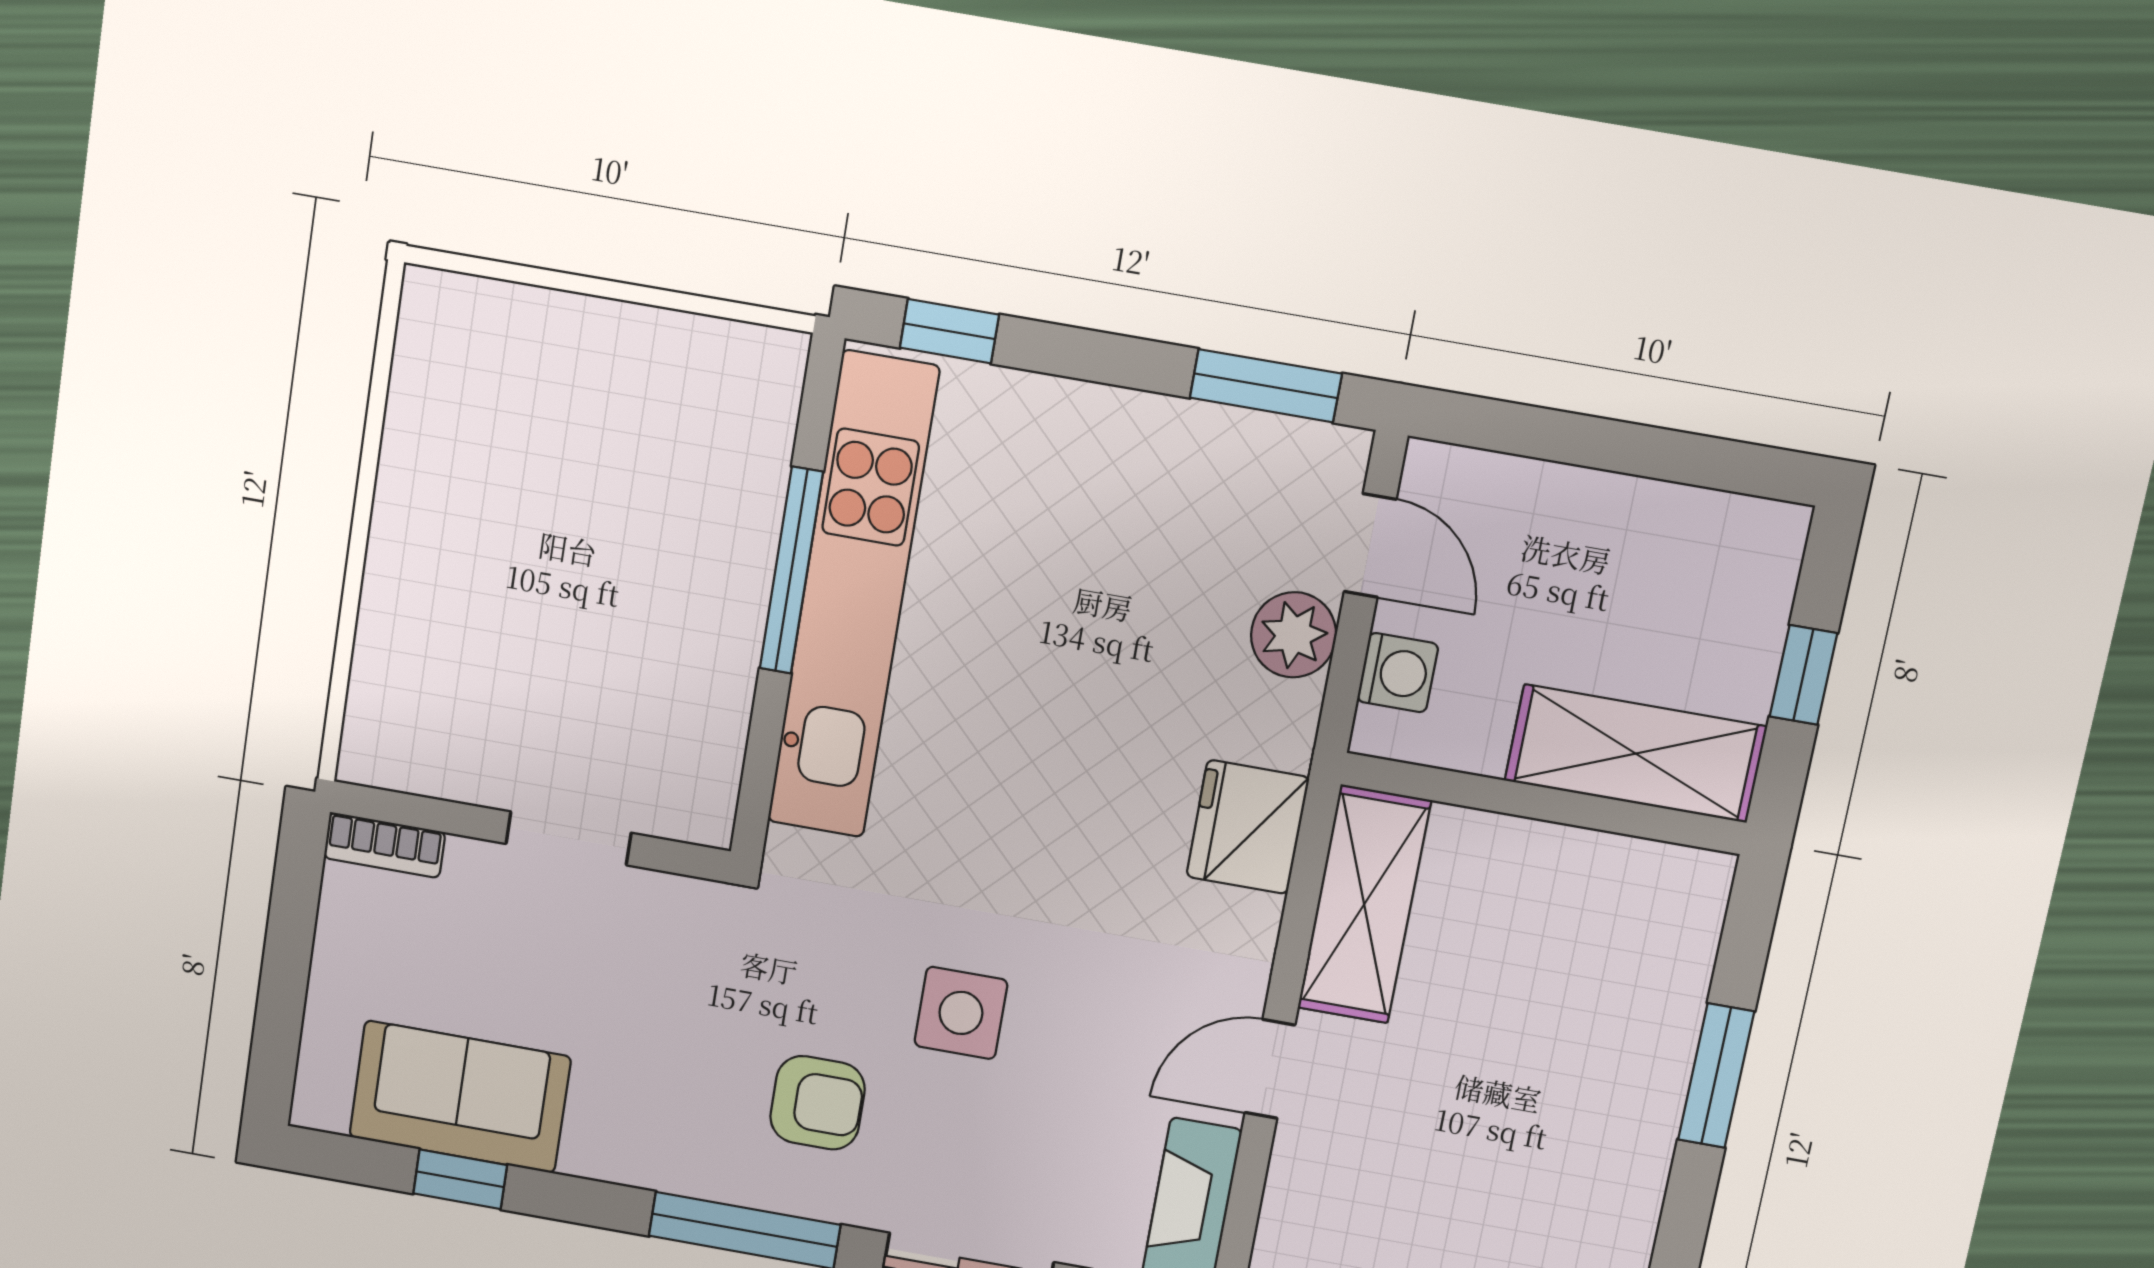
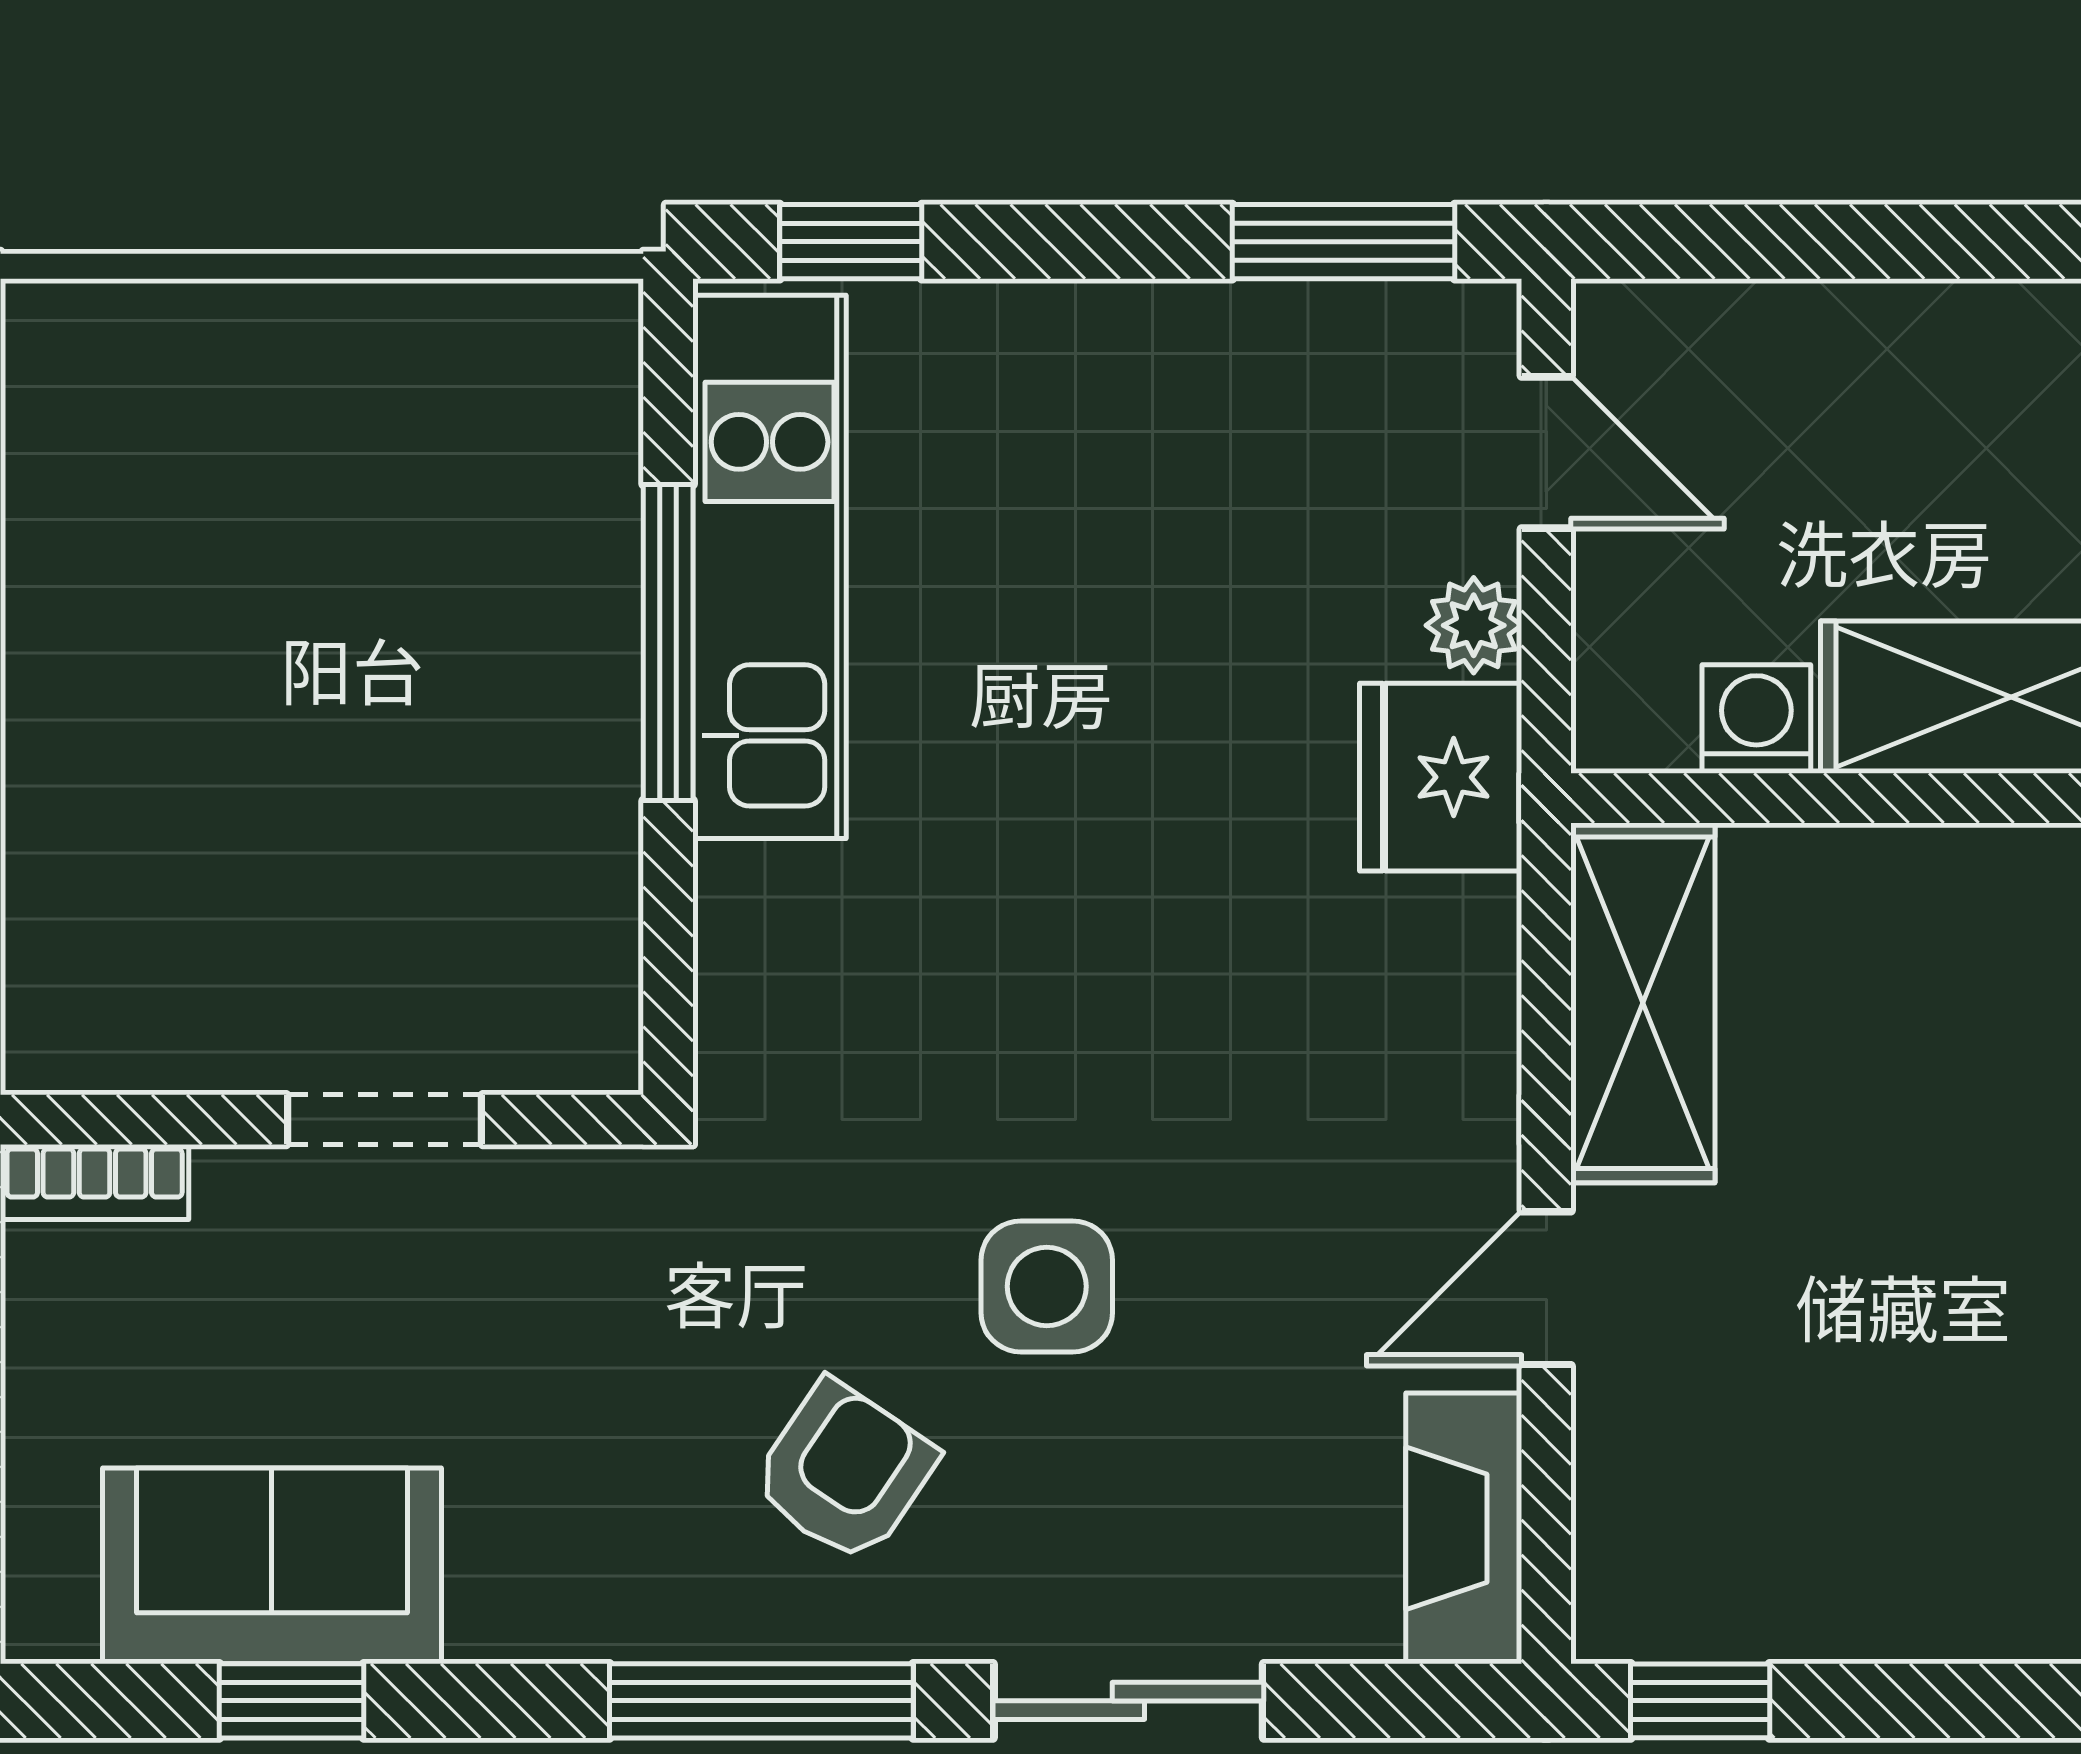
kitchen unit: (853, 596) -> (770, 567), width x0.73
plant: (1294, 635) -> (1474, 625), width x0.73, depth x0.73
washing machine: (1398, 673) -> (1756, 719), moved, turned -90
fridge: (1248, 827) -> (1441, 777), moved
armchair: (818, 1103) -> (844, 1472), turned -56

